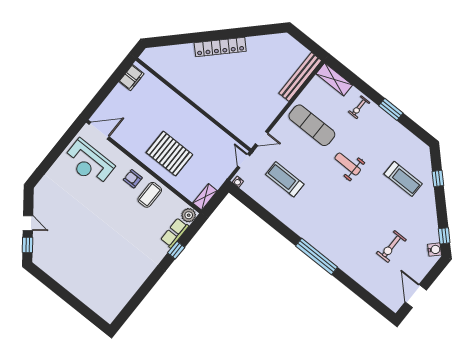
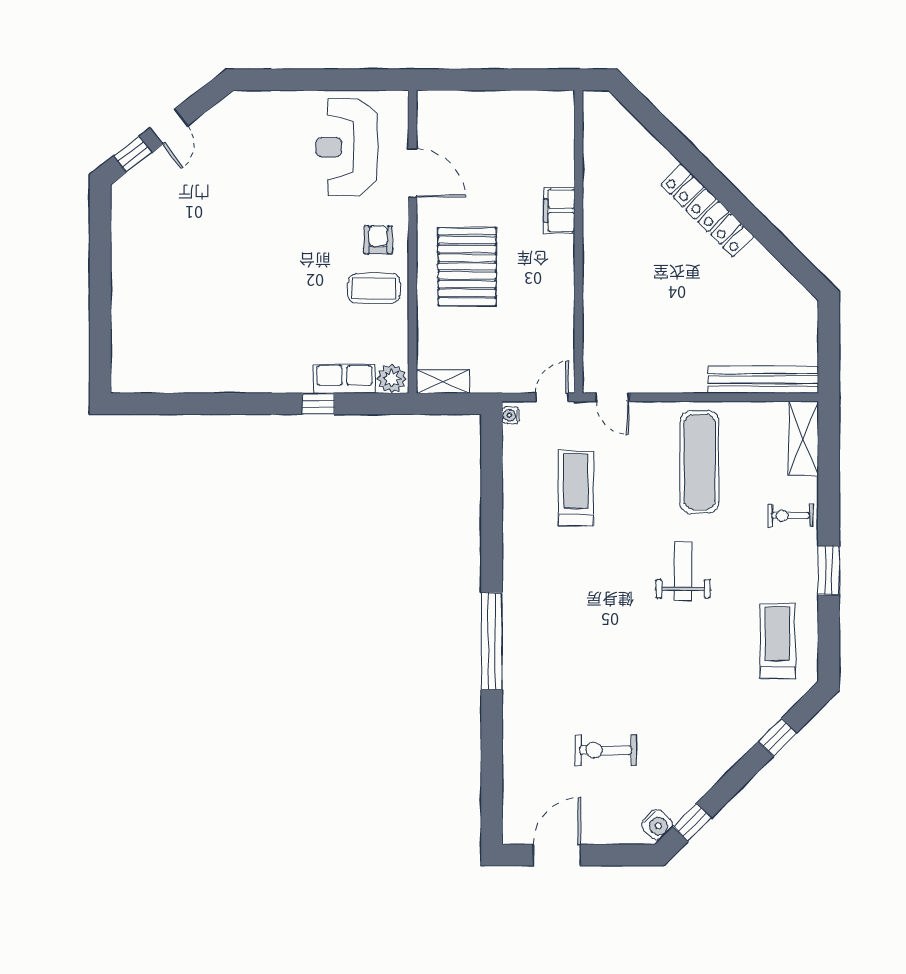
filing cabinet: (131, 78) -> (559, 211), moved, turned 90
door: (99, 131) -> (413, 173), moved
treadmill: (403, 179) -> (778, 641), moved, turned 180

